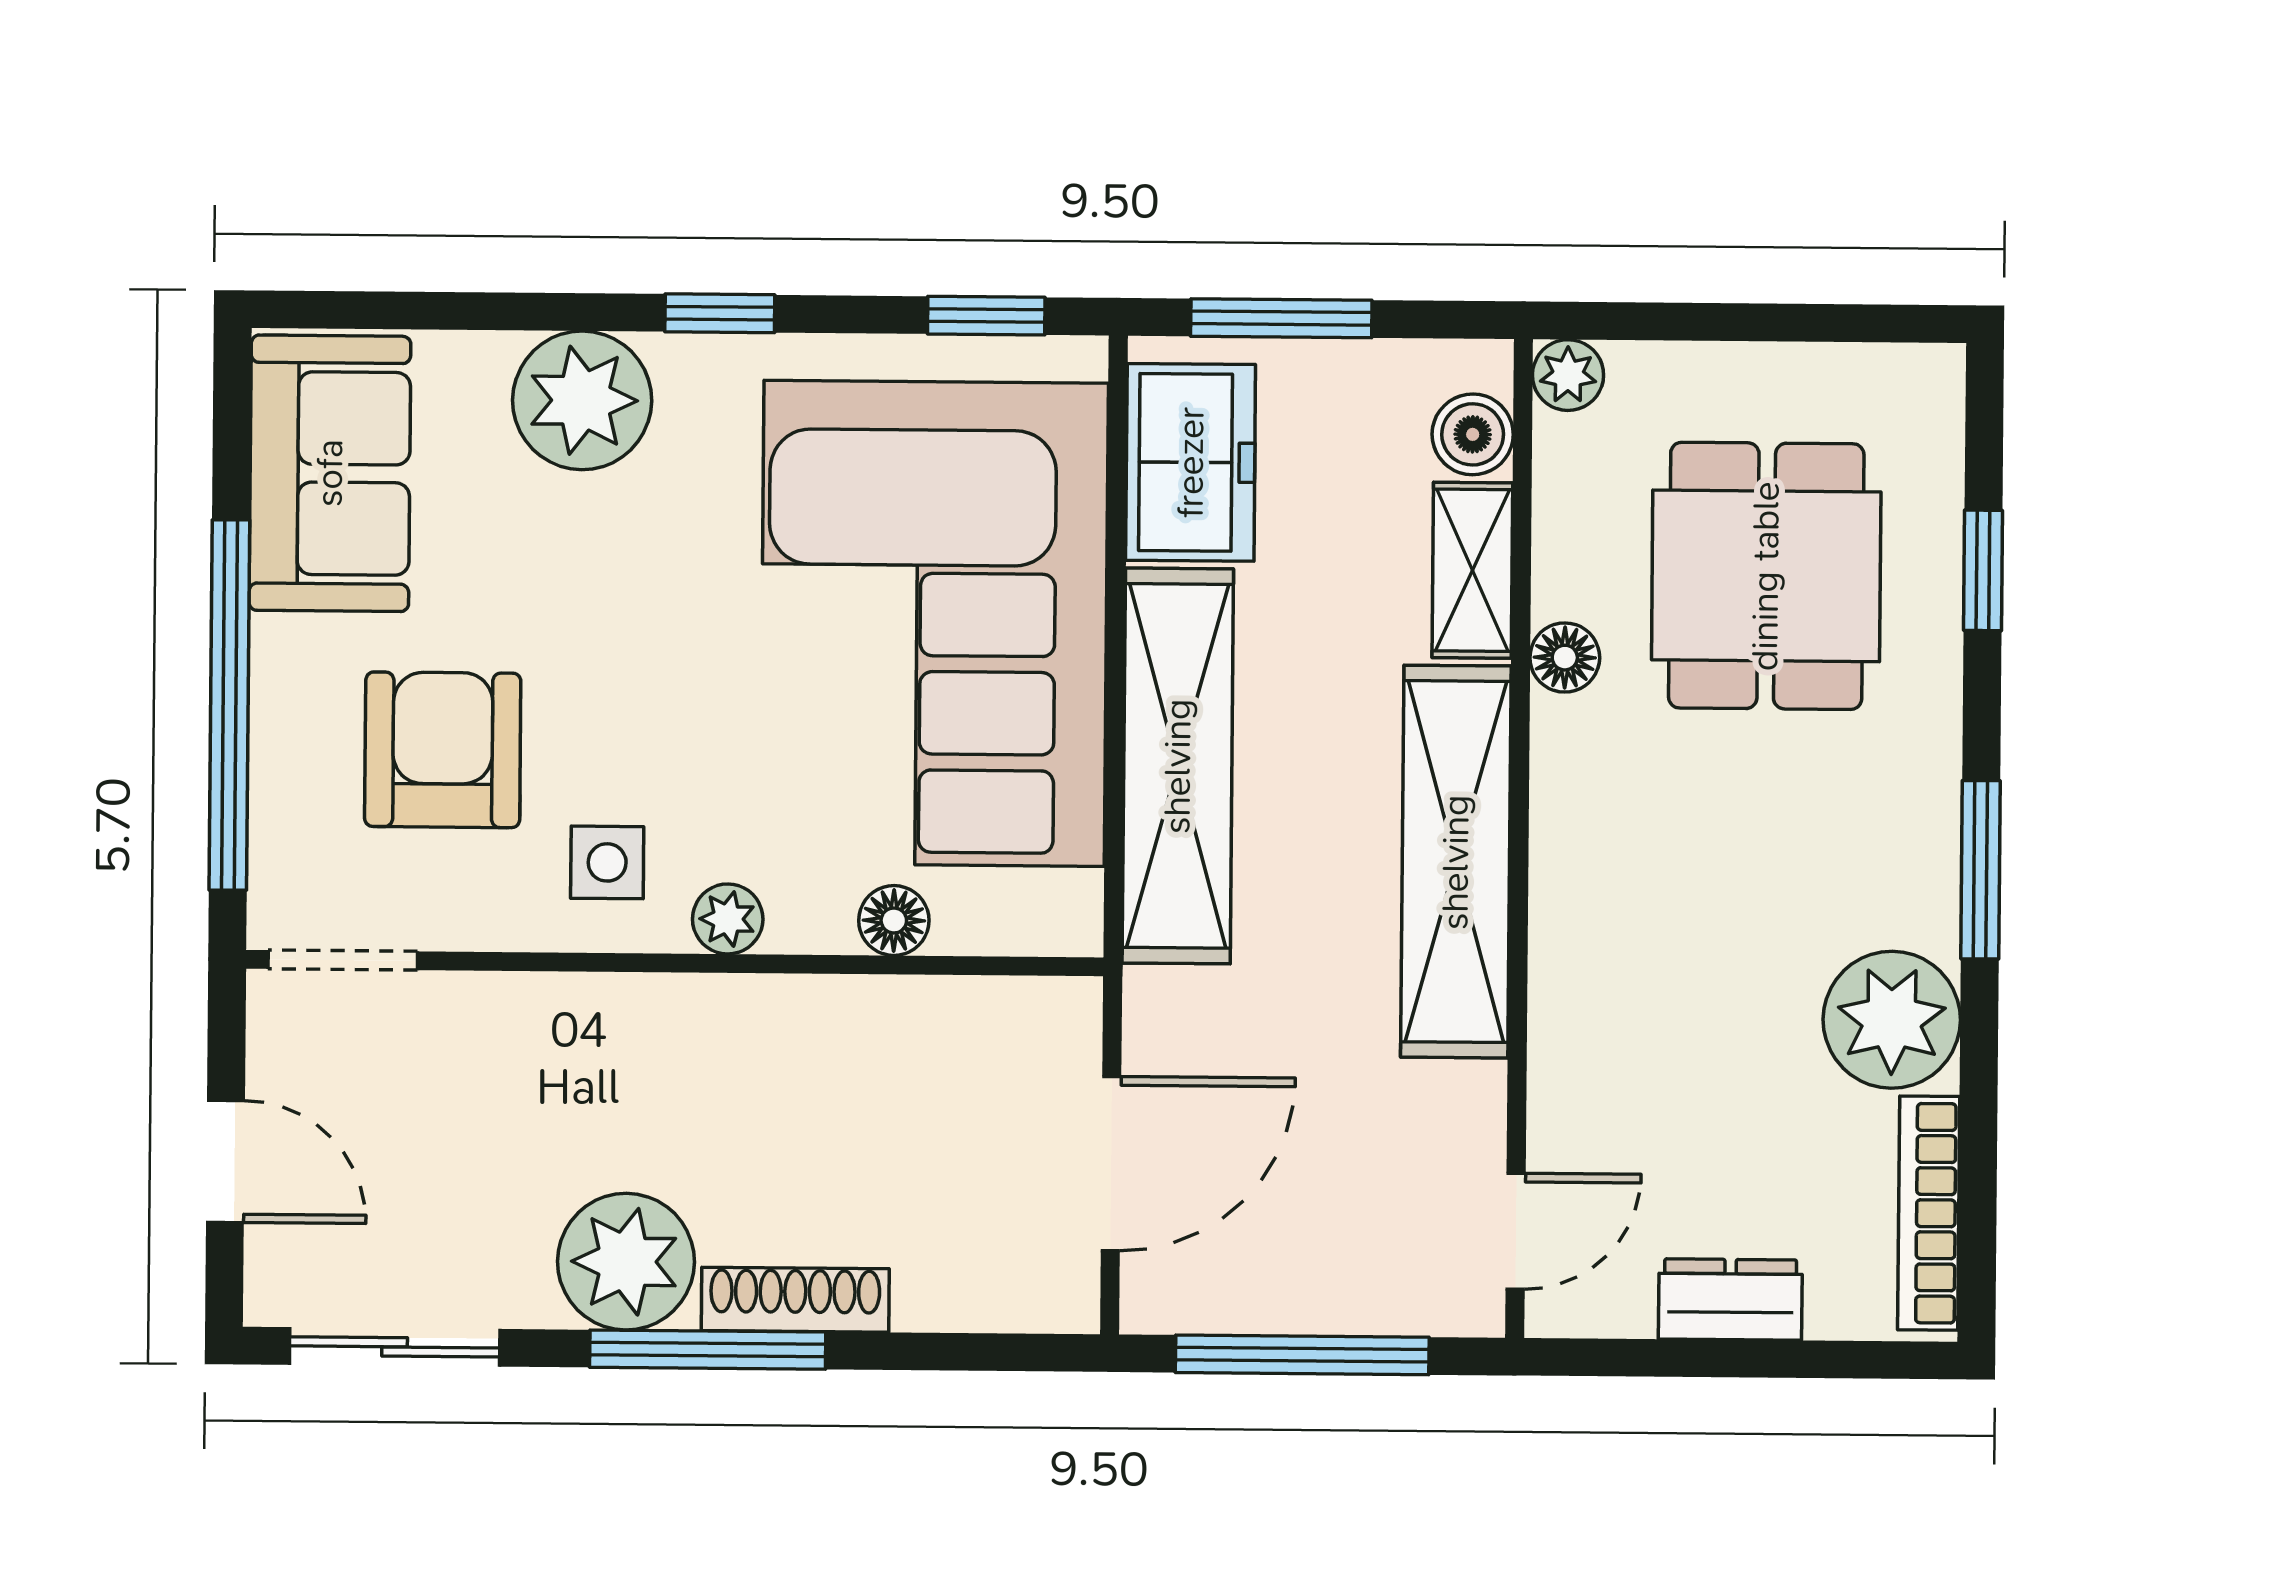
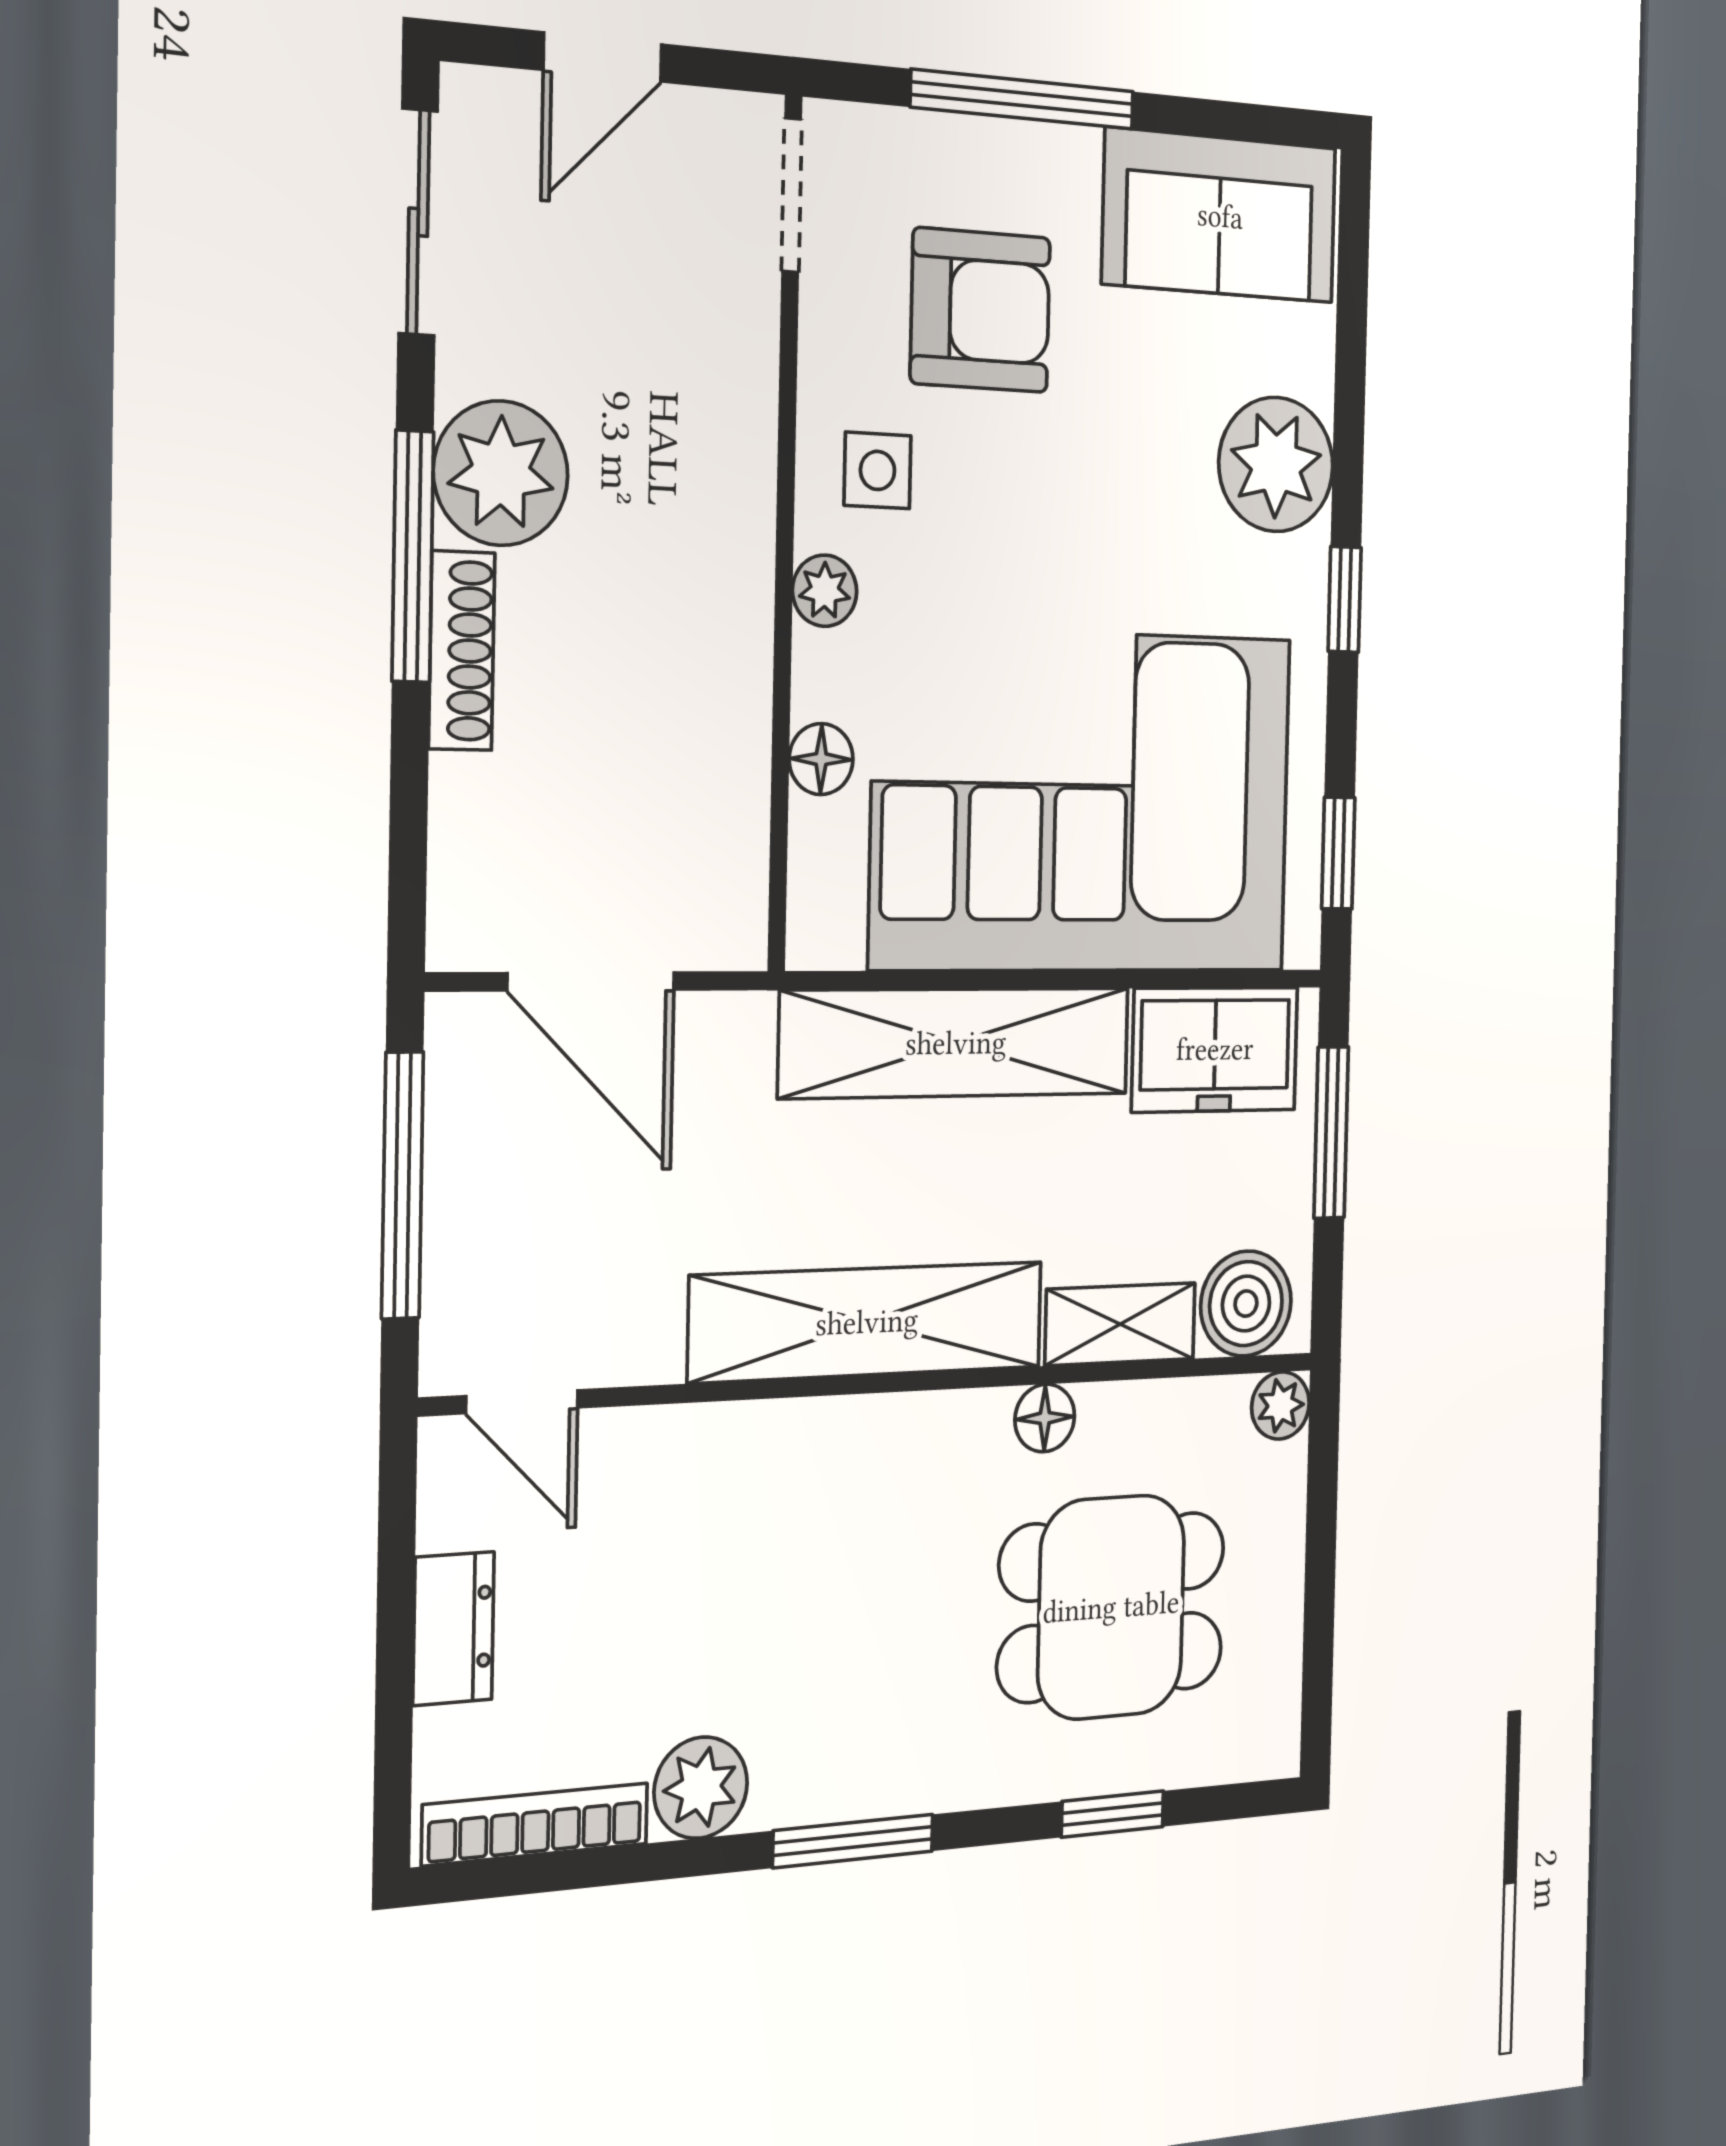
boiler: (1473, 434) -> (1246, 1304), width x1.36, depth x1.36
window: (229, 705) -> (1023, 99), width x0.68
plant: (1892, 1020) -> (701, 1788), width x0.73, depth x0.73

